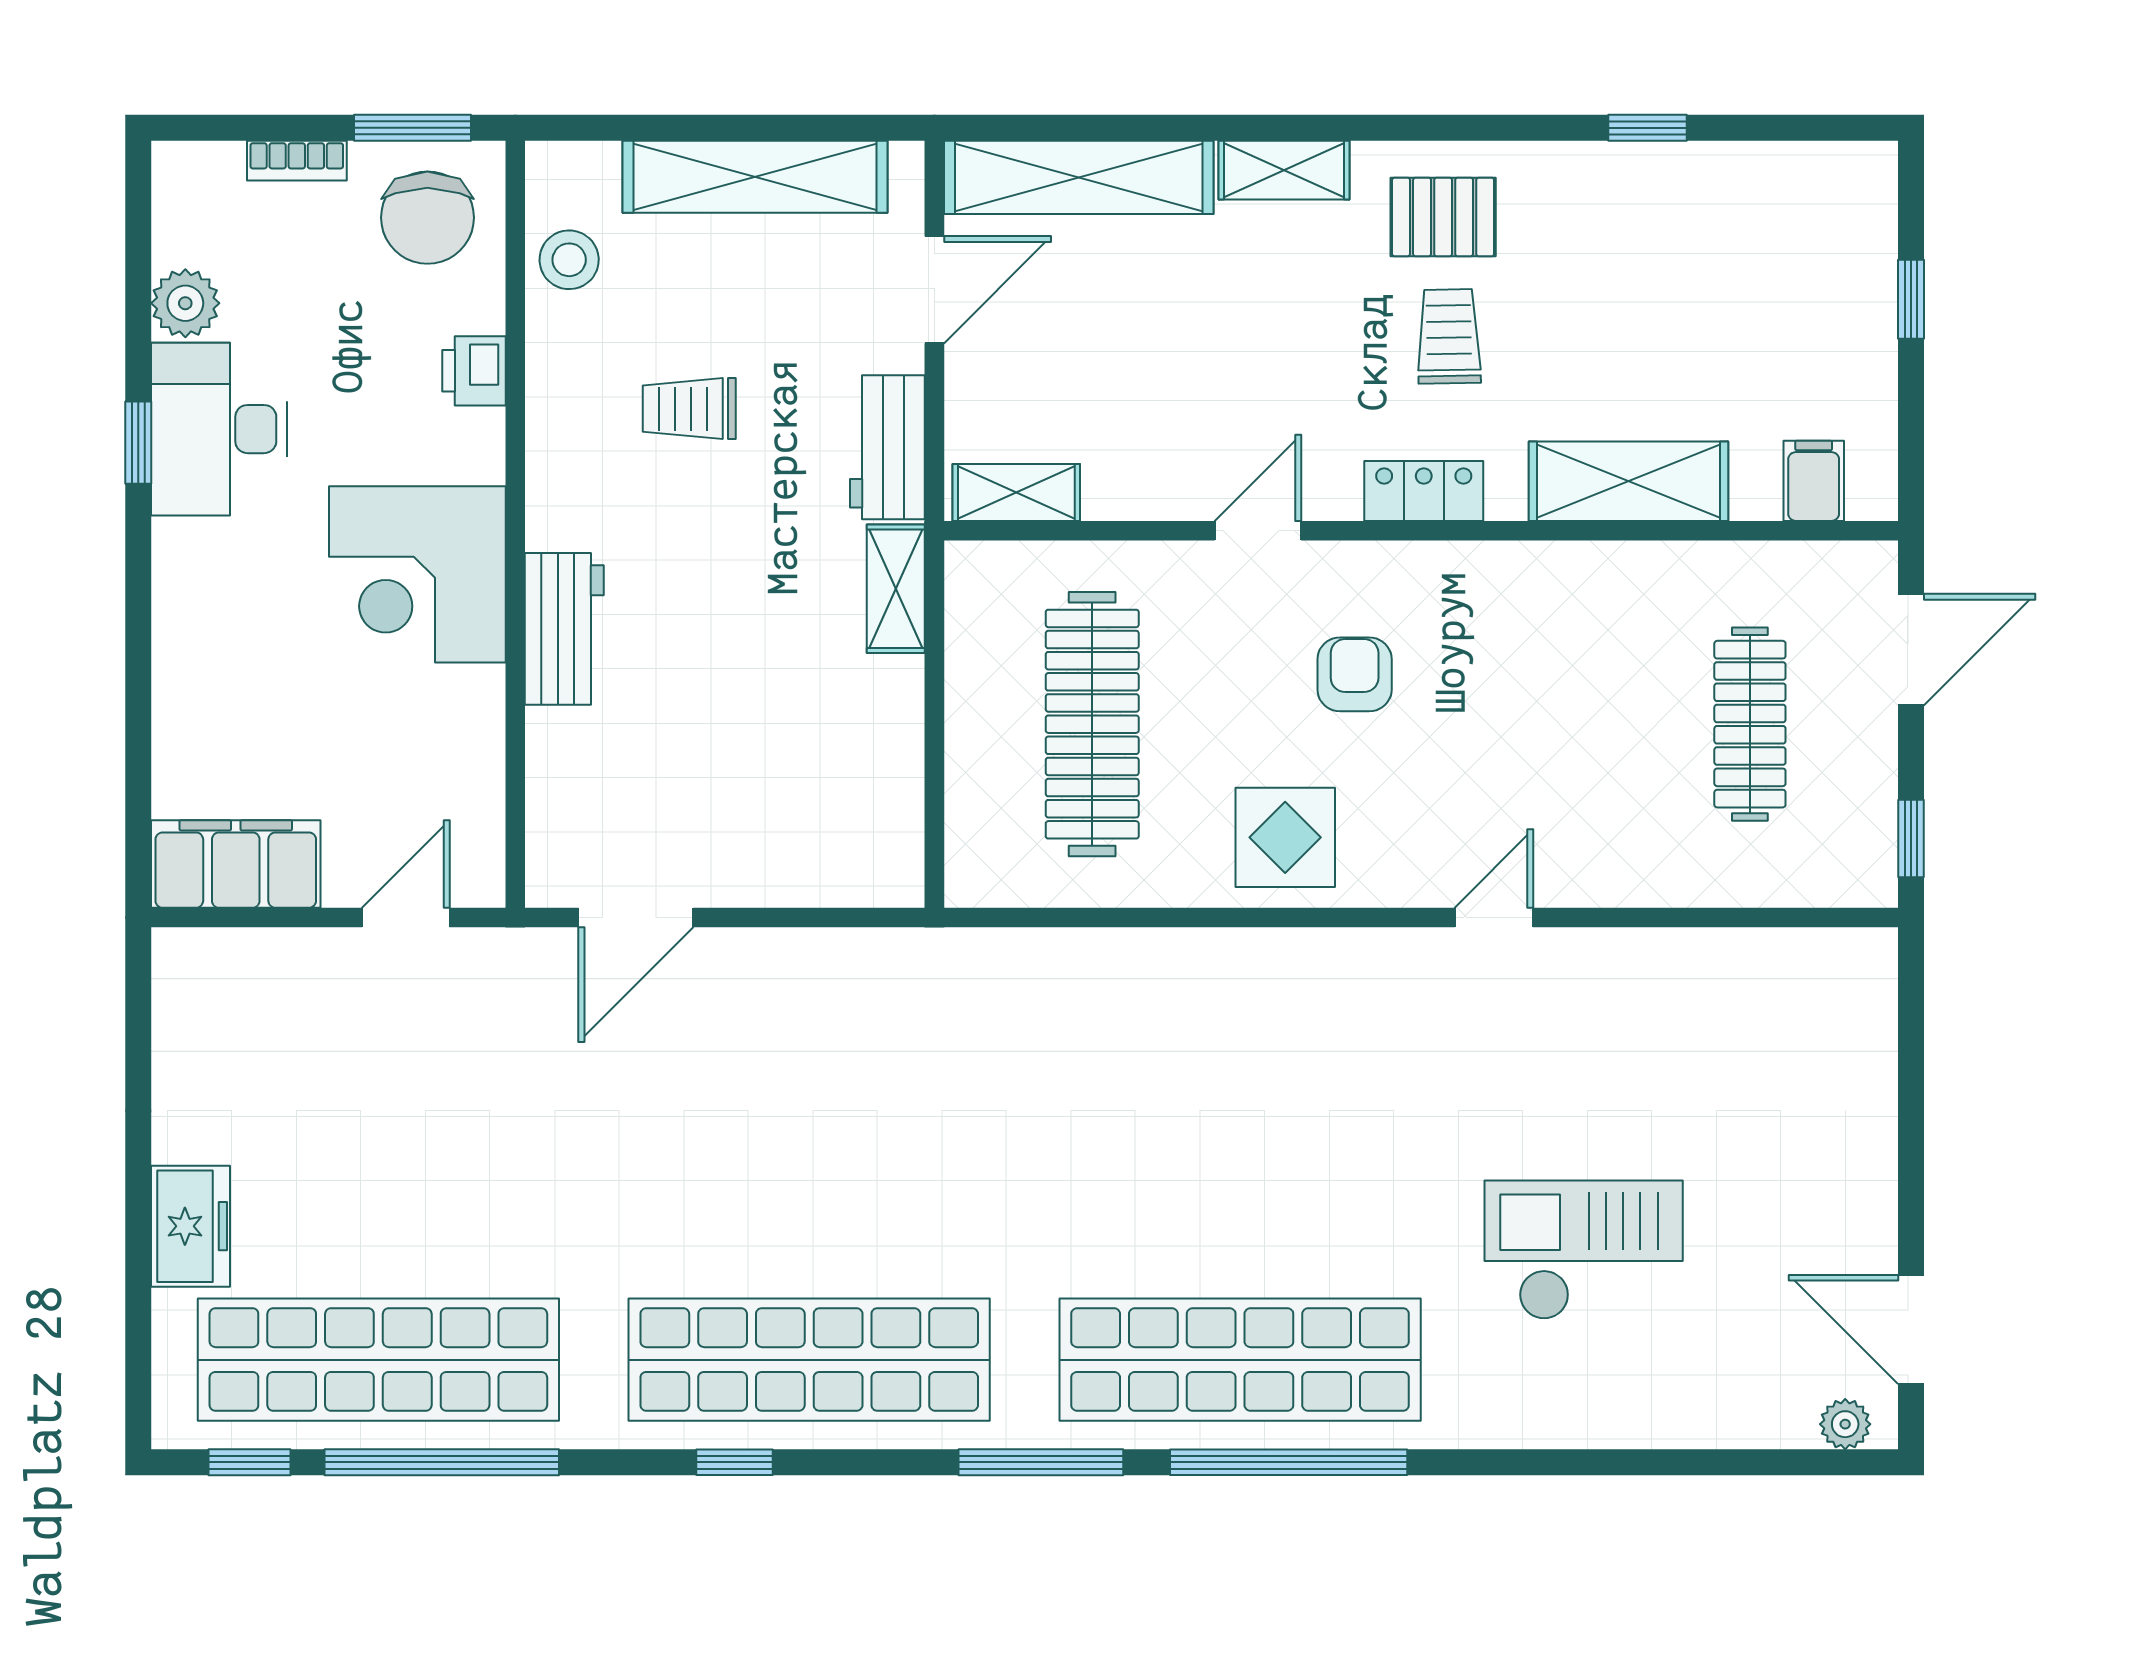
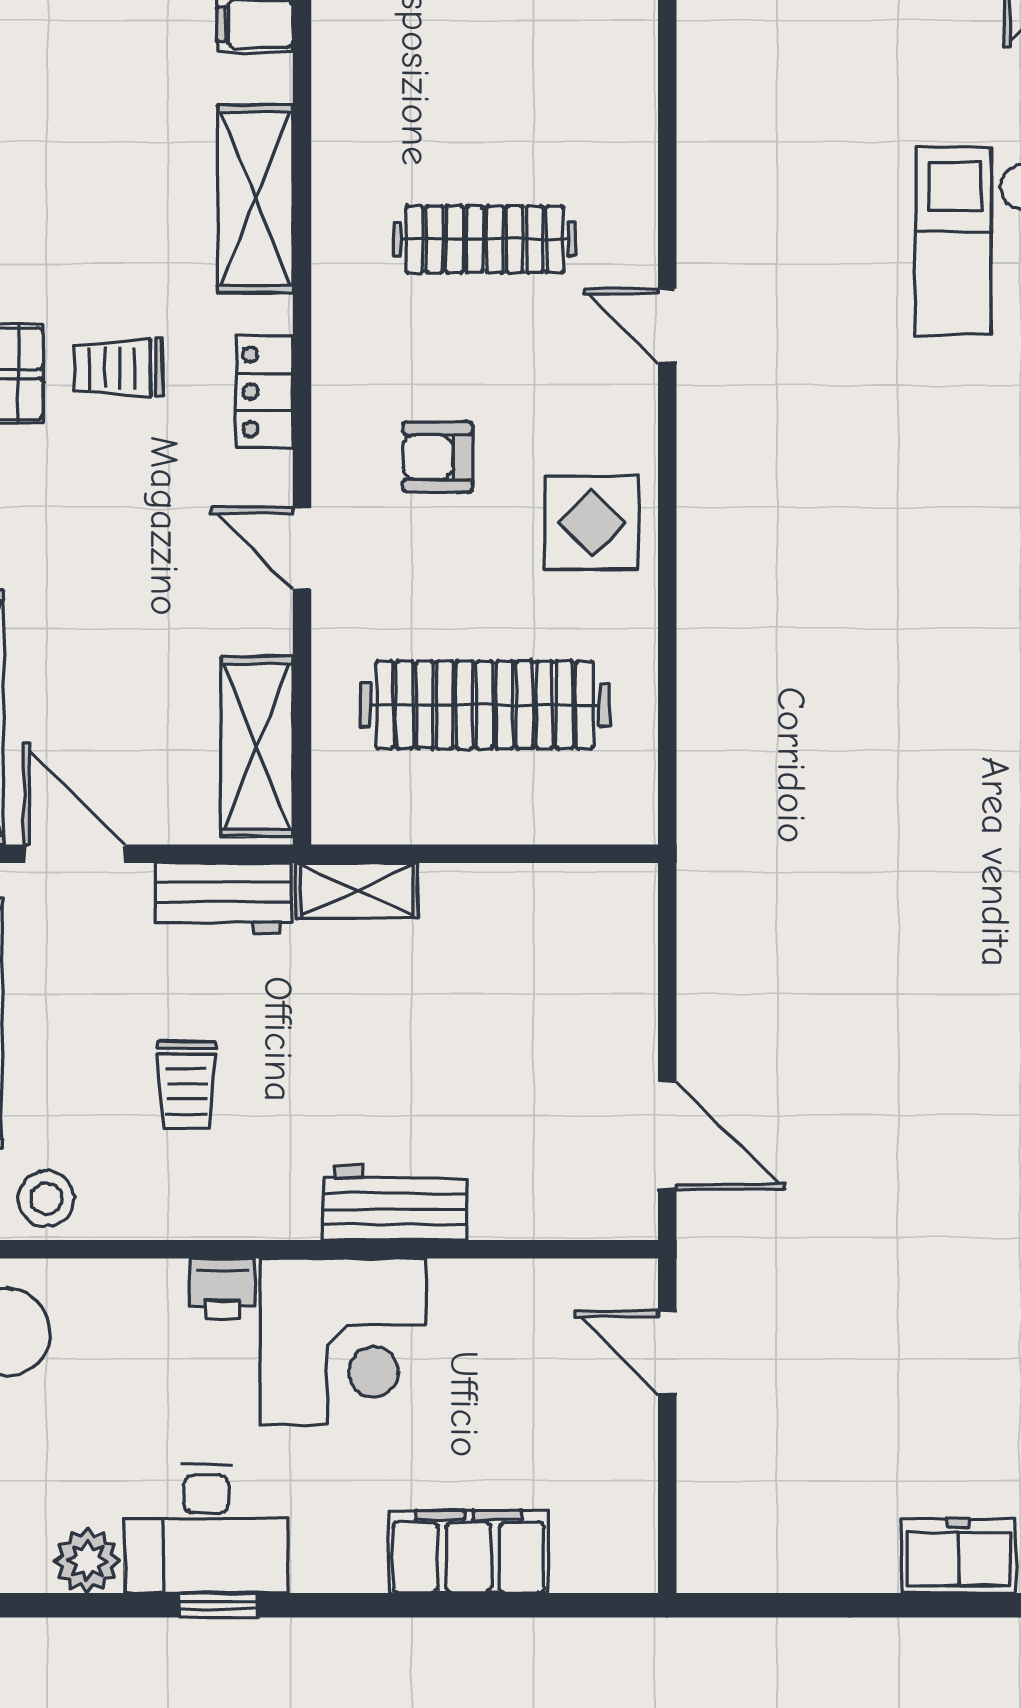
printer: (474, 371) -> (222, 1288), moved
shelving: (1016, 492) -> (257, 746), width x1.50, depth x1.33
clothes rail: (1750, 724) -> (485, 239), moved
filing cabinet: (236, 864) -> (469, 1552), moved, turned 90

